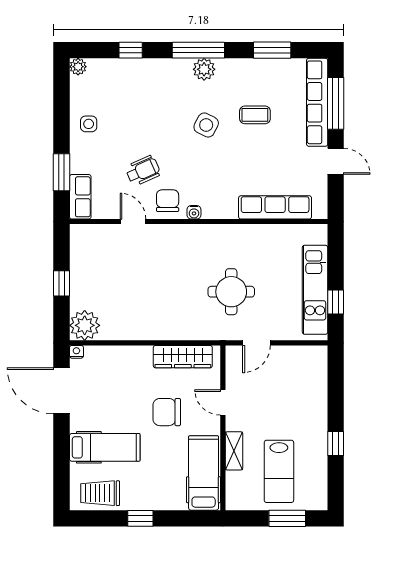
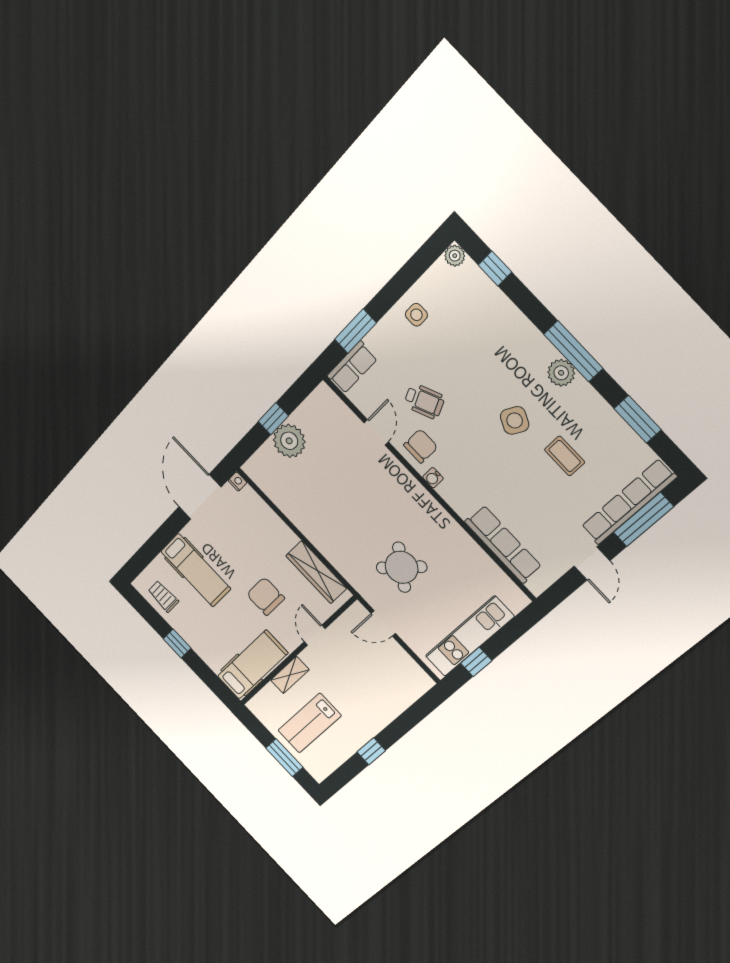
window: (131, 50) -> (495, 268), moved
round table: (231, 292) -> (402, 567), turned 38
plant: (85, 325) -> (289, 441), moved
trolley: (100, 493) -> (163, 596), width x0.73, depth x0.72

